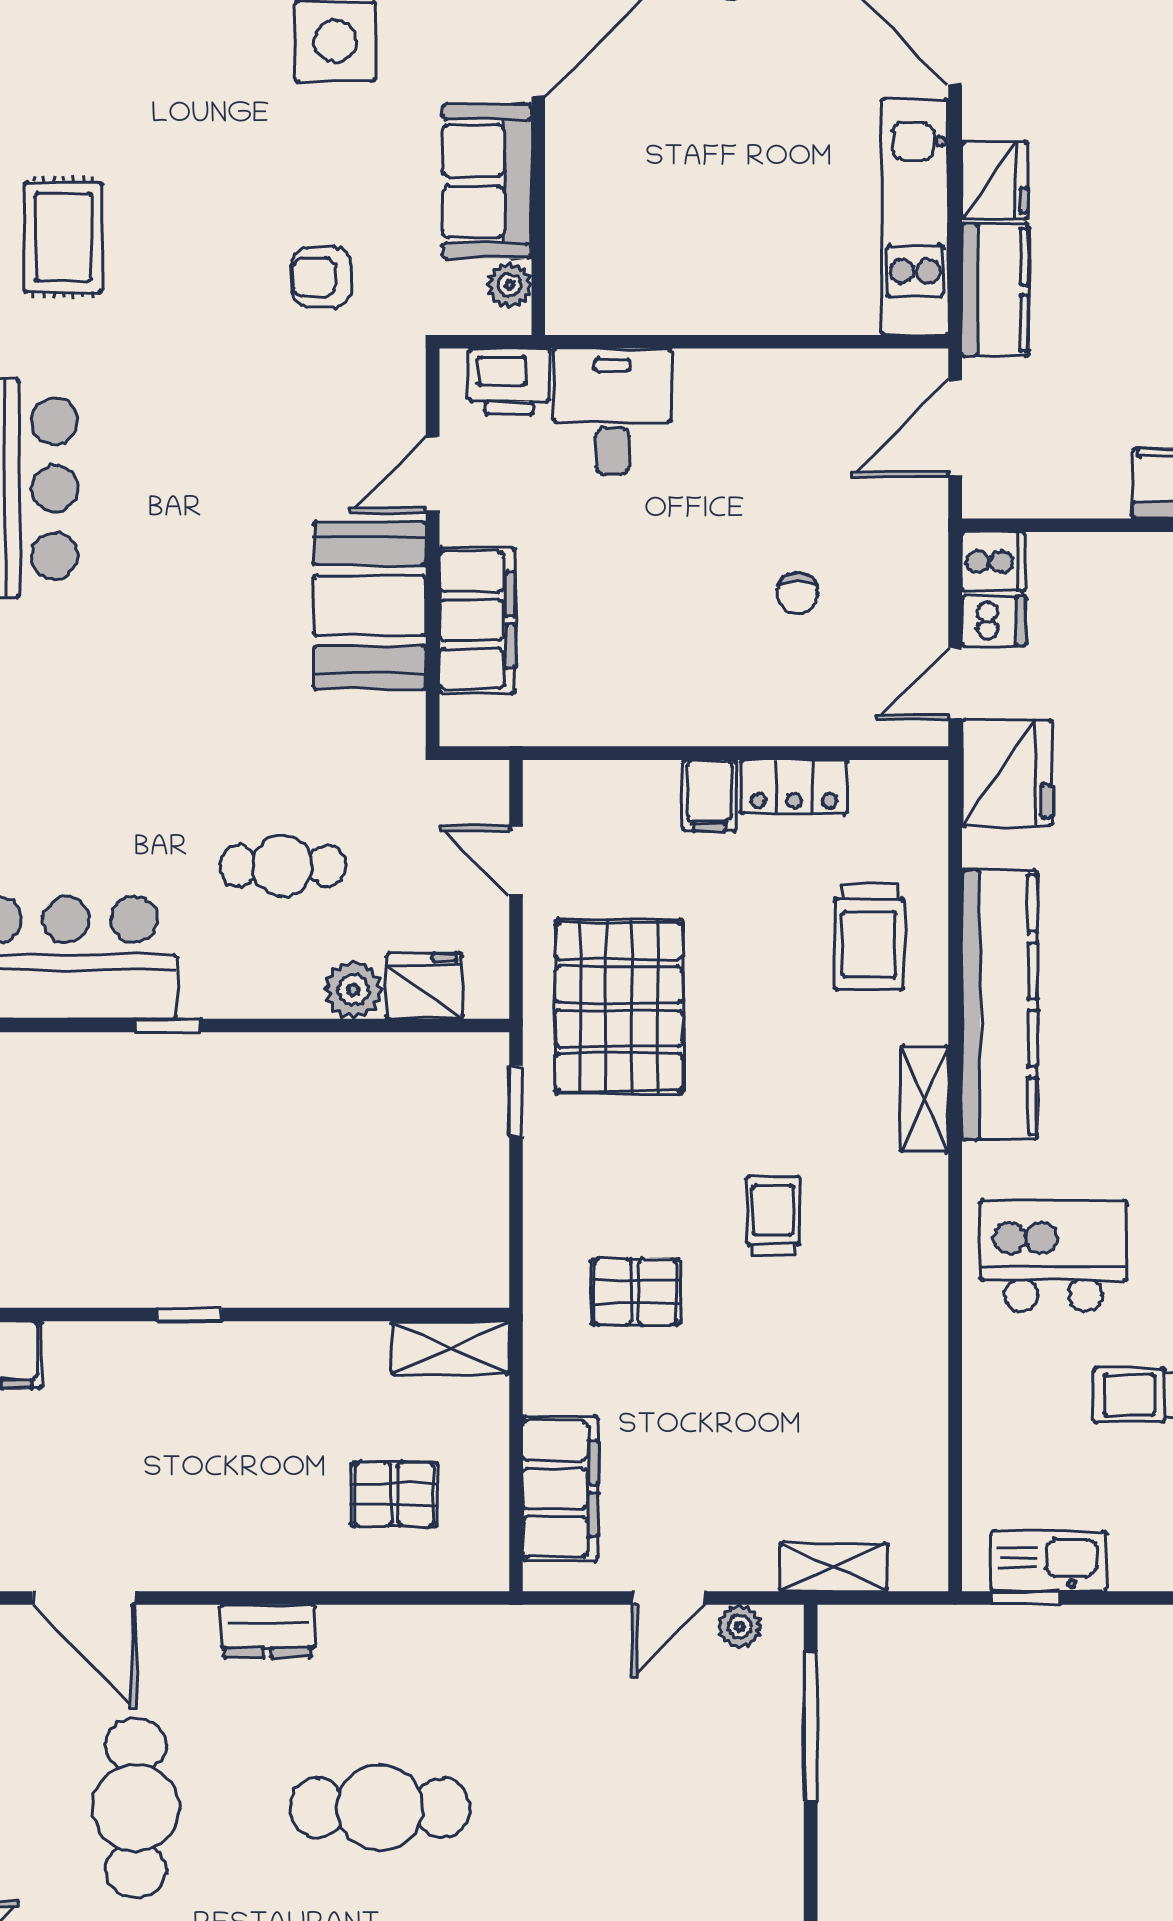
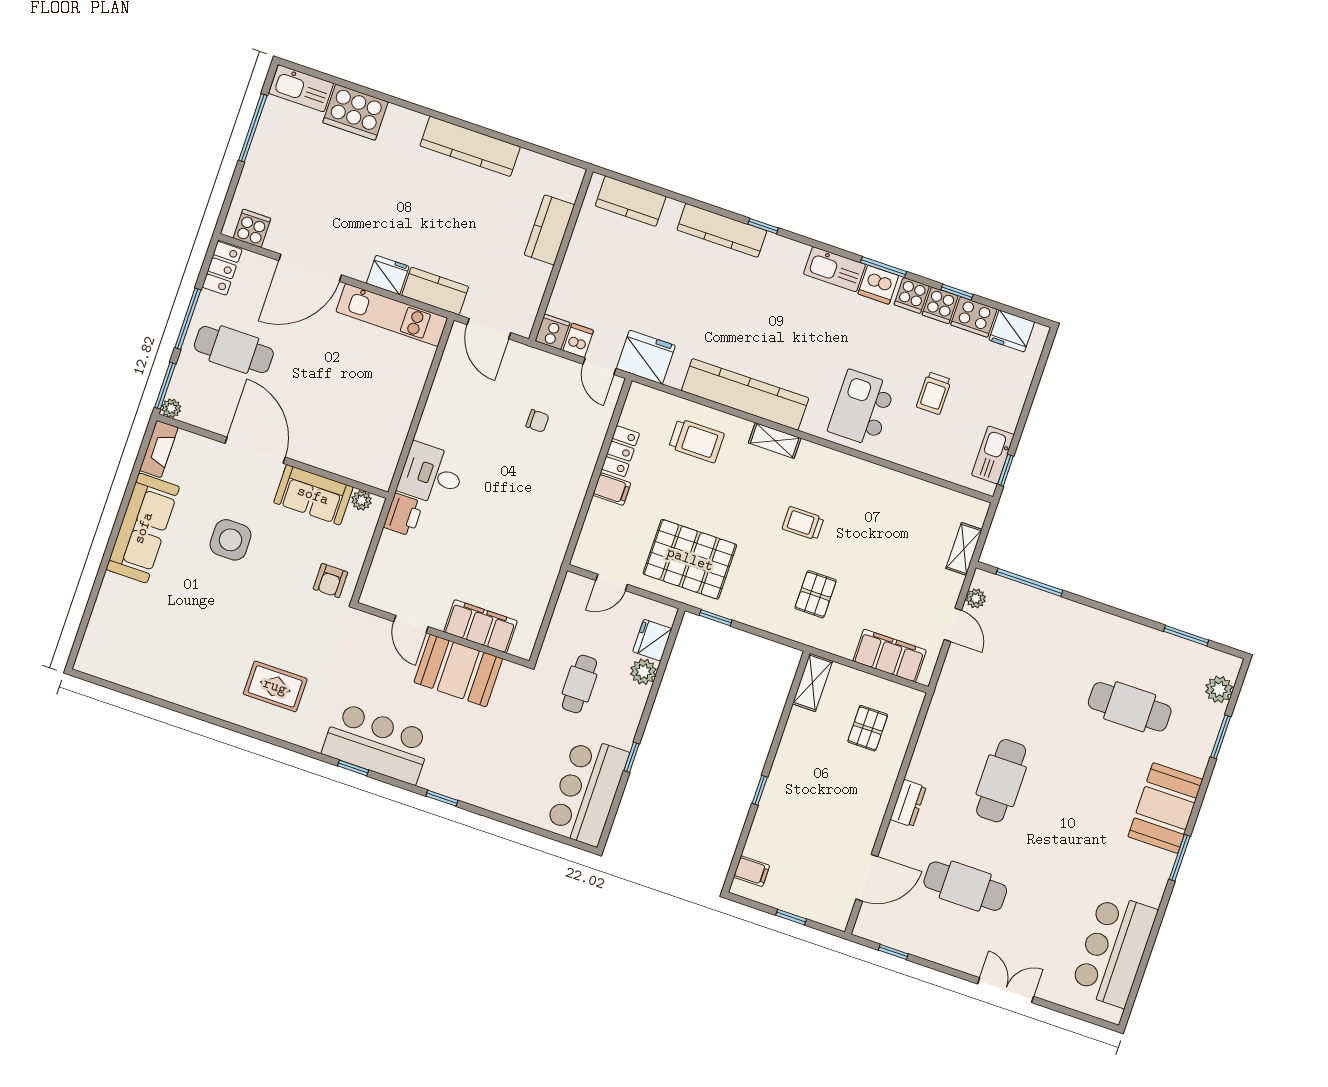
door: (433, 475) -> (411, 624), moved
wall: (433, 547) -> (442, 635), moved
booth: (370, 605) -> (458, 670), moved
filing cabinet: (477, 620) -> (481, 626), moved

